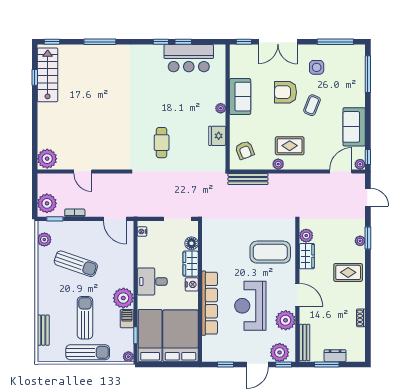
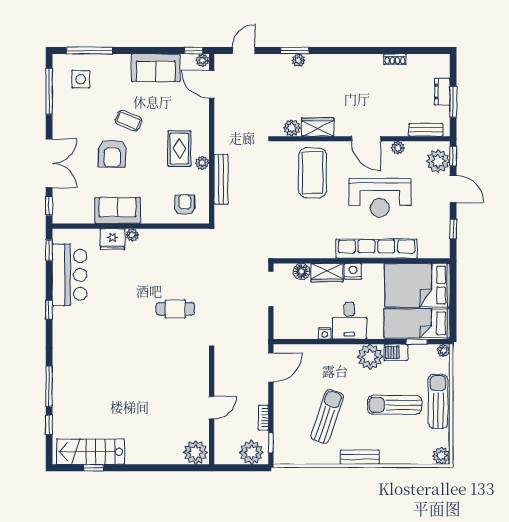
window: (52, 42) -> (49, 425), moved
window: (183, 42) -> (49, 250), moved
side table: (317, 67) -> (81, 79), moved
fridge: (217, 136) -> (112, 239), moved
armchair: (245, 150) -> (185, 205), turned -69
bench: (248, 179) -> (221, 179), moved
nightstand: (142, 232) -> (325, 333), moved
plant: (44, 240) -> (441, 456), moved
rug: (348, 272) -> (338, 75), removed
door: (297, 295) -> (366, 139), swing flipped
plant: (286, 320) -> (398, 148), width x0.53, depth x0.53
bench: (43, 330) -> (360, 457), moved
bench: (305, 343) -> (426, 130), width x0.73

